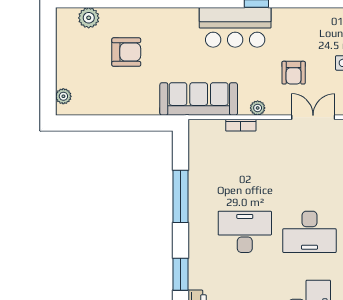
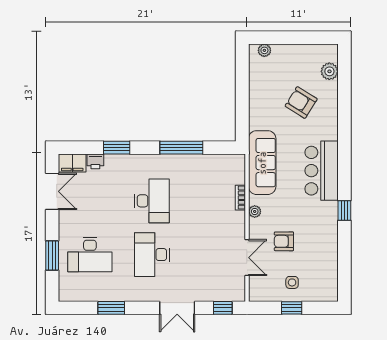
bar counter: (235, 27) -> (322, 171), moved
armchair: (126, 52) -> (301, 103), turned 122

